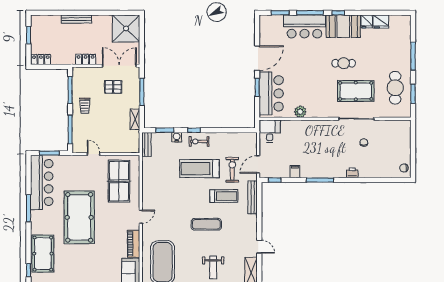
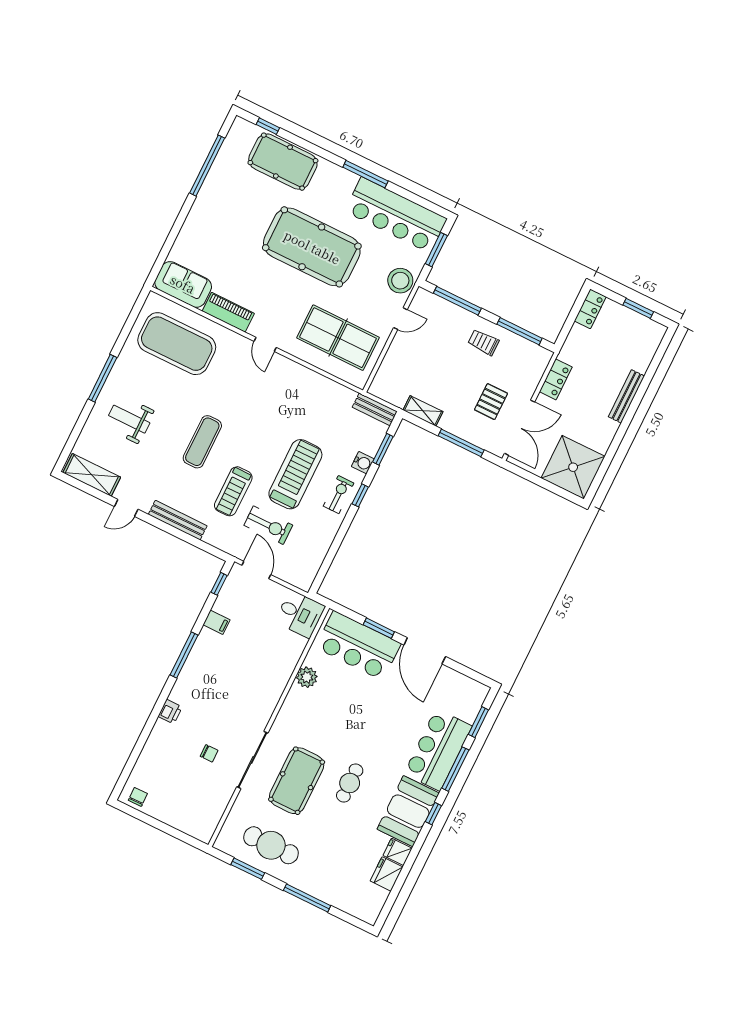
stool: (74, 164) -> (400, 281), added
bench: (253, 197) -> (178, 520), moved

